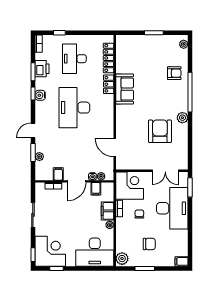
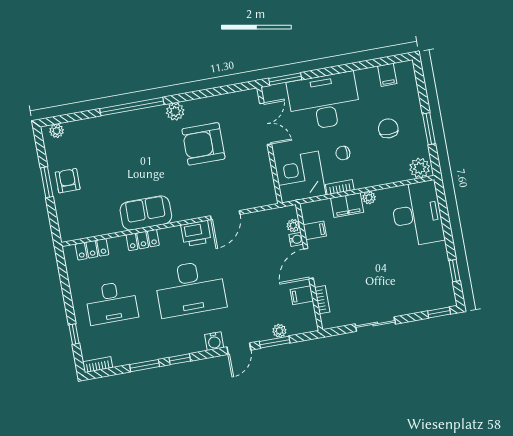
locker: (109, 58) -> (92, 249), width x0.66
printer: (42, 69) -> (196, 233), moved, turned 180
armchair: (174, 73) -> (68, 181), moved
water cooler: (40, 95) -> (214, 341), moved
door: (33, 130) -> (239, 349), hinge flipped
door: (115, 148) -> (225, 215), moved
door: (77, 181) -> (308, 264), swing flipped
corner desk: (50, 251) -> (429, 286), removed
filing cabinet: (182, 261) -> (387, 75), moved

